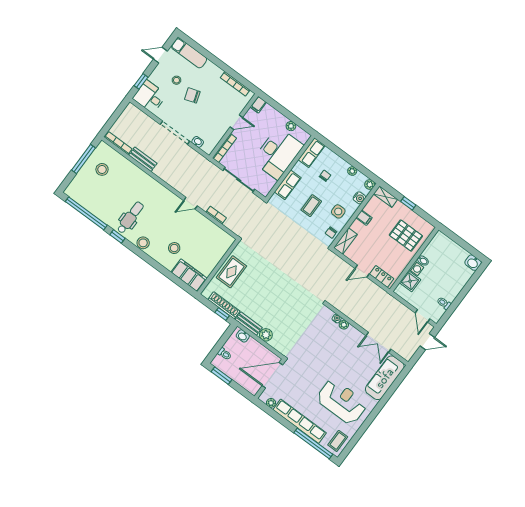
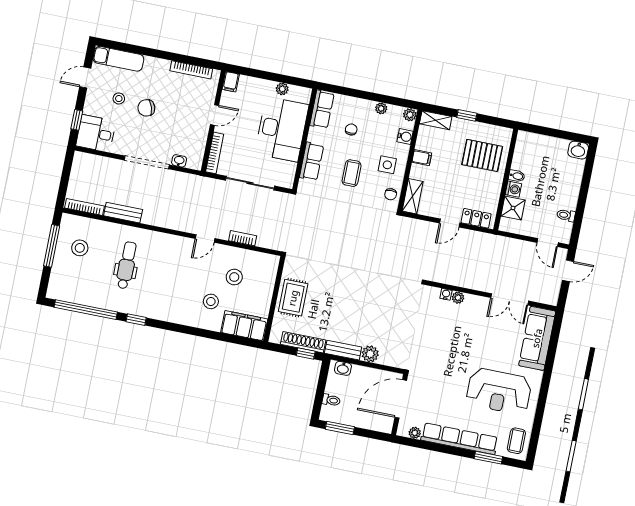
dental chair: (130, 218) -> (127, 265), moved
stool: (143, 243) -> (234, 277), moved
reception desk: (342, 402) -> (499, 391), turned 180
window: (313, 443) -> (488, 458), width x0.47

